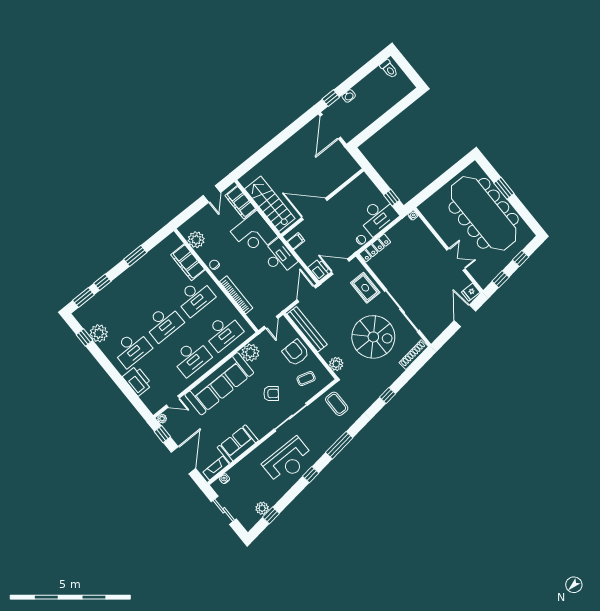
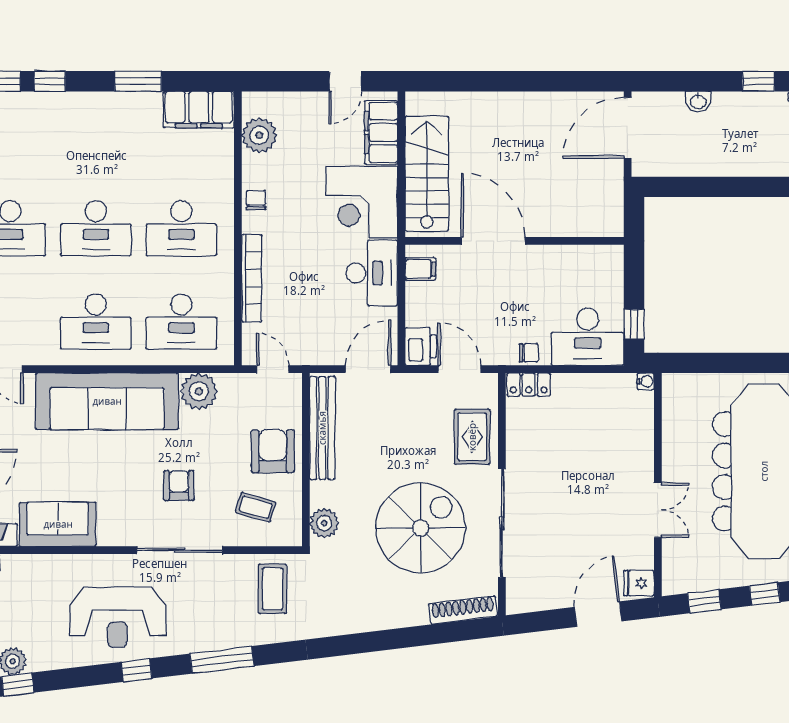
window: (331, 98) -> (759, 81), moved
locker: (375, 248) -> (529, 384), width x0.66
filing cabinet: (188, 262) -> (199, 110), moved, turned -90
door: (271, 322) -> (273, 369), swing flipped
spiral stairs: (373, 337) -> (421, 528), turned -90
armchair: (271, 394) -> (179, 486), turned -128
window: (387, 395) -> (366, 642), removed

